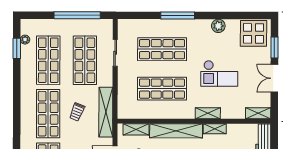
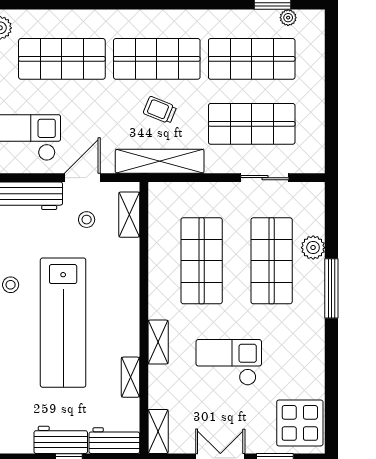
window: (77, 15) -> (331, 110), removed
plant: (218, 26) -> (313, 248), moved
checkout: (219, 73) -> (229, 362), turned 90
shelving: (215, 129) -> (130, 377), moved
shelving: (176, 131) -> (127, 286), removed

